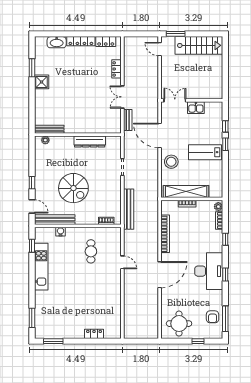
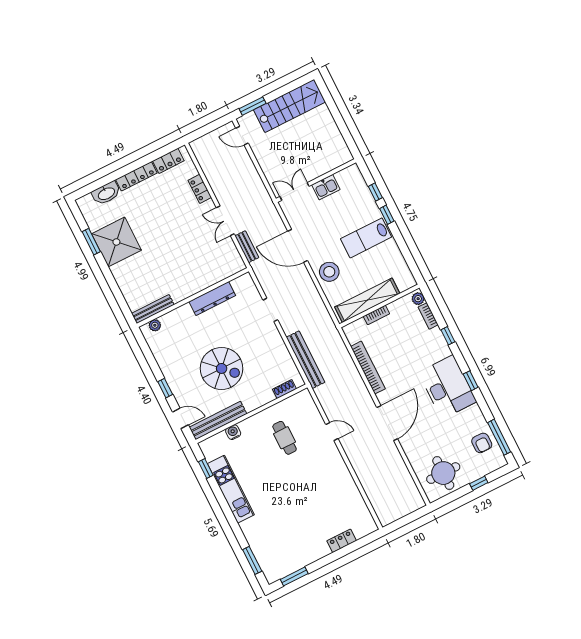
shower: (42, 82) -> (116, 242), width x1.86, depth x1.86

